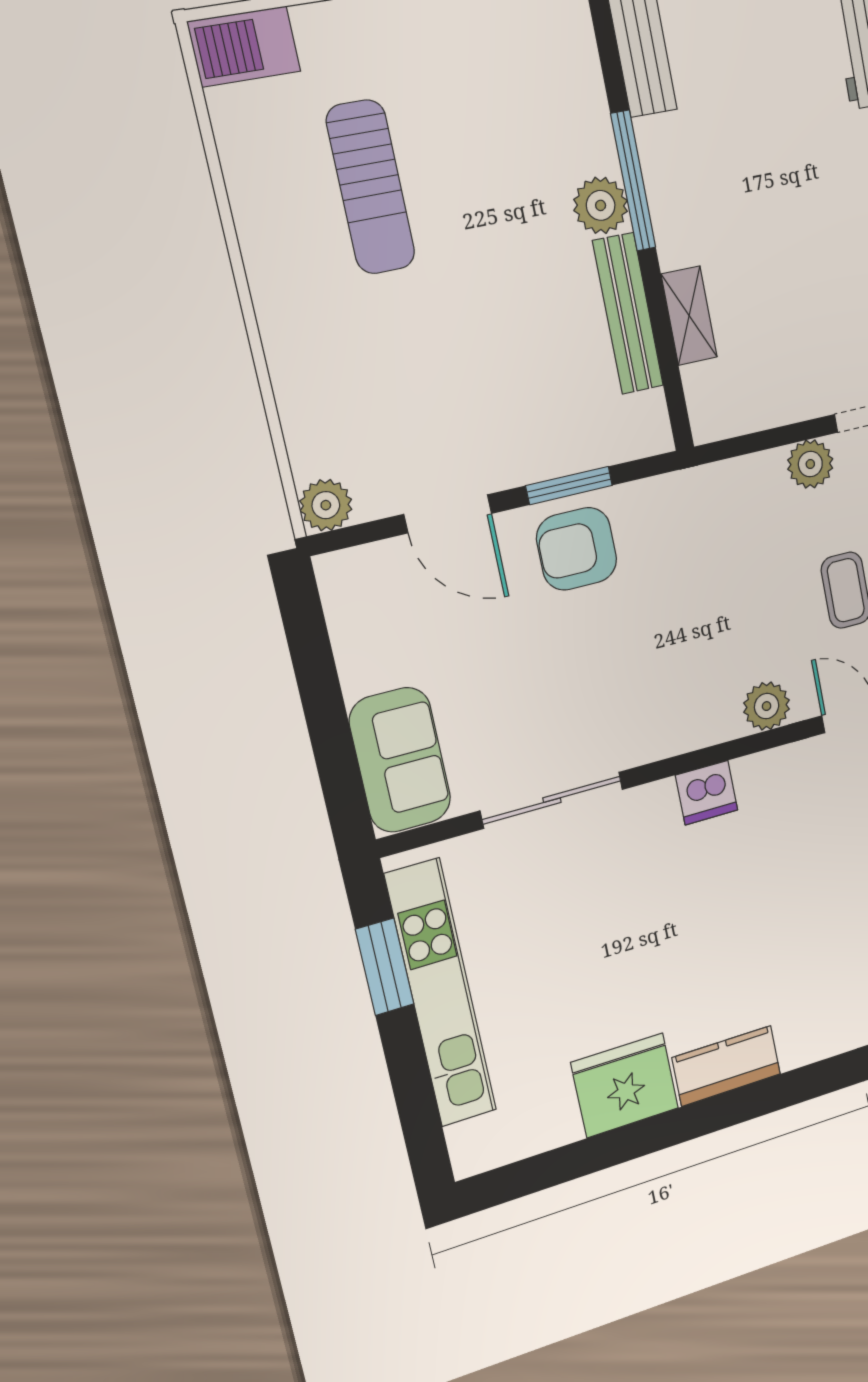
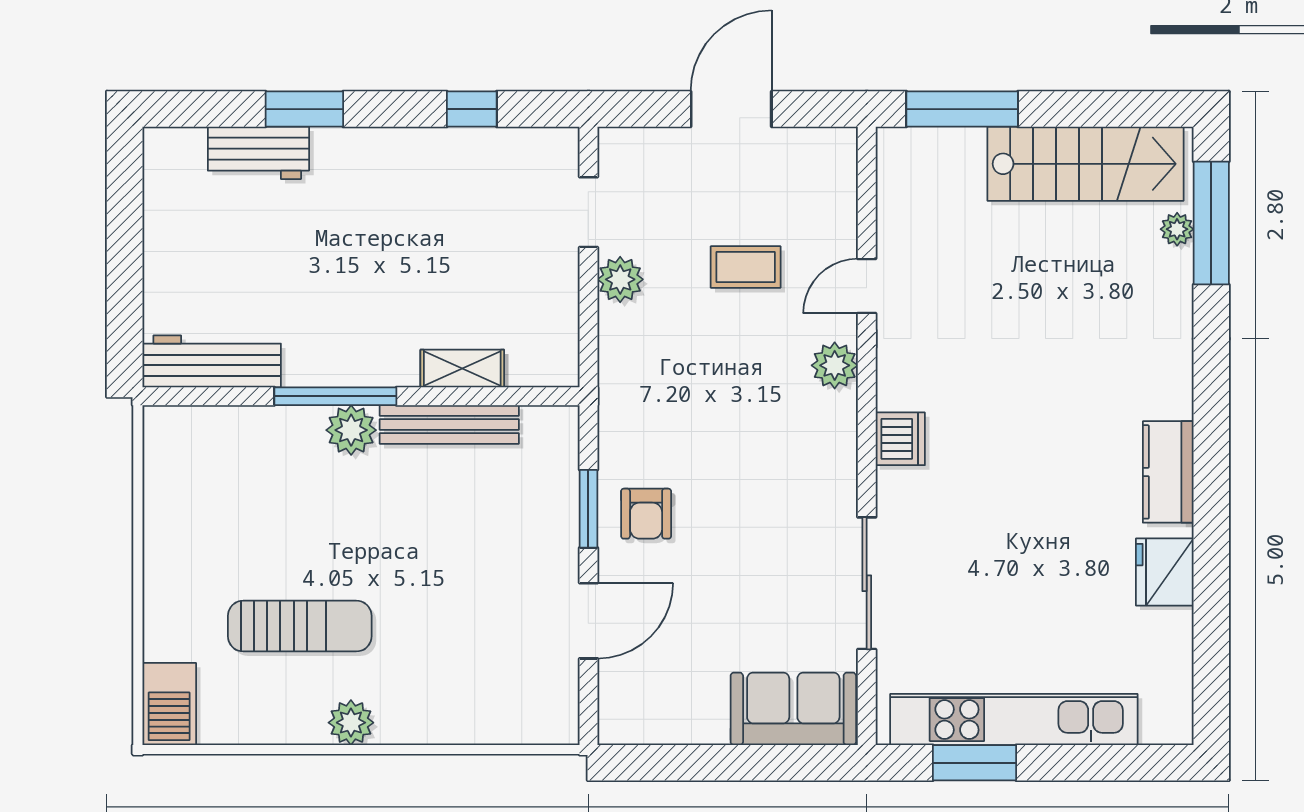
plant: (326, 505) -> (351, 723), moved
armchair: (577, 549) -> (646, 514), width x0.72, depth x0.72
fridge: (625, 1085) -> (1165, 572), width x0.73, depth x0.75

